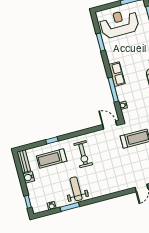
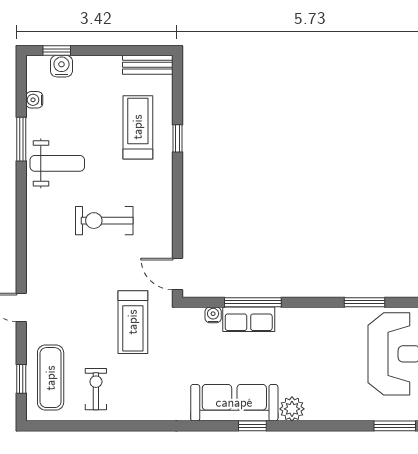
row of seats: (117, 74) -> (249, 319), moved
door: (110, 125) -> (178, 274), swing flipped
exercise bike: (83, 154) -> (104, 221), moved
water cooler: (29, 177) -> (61, 66), moved

